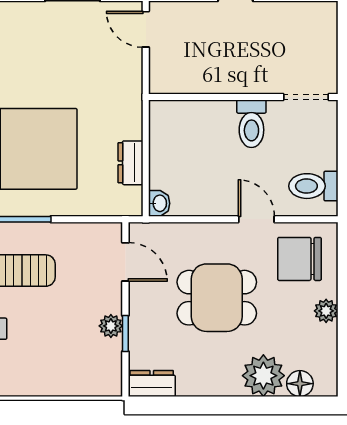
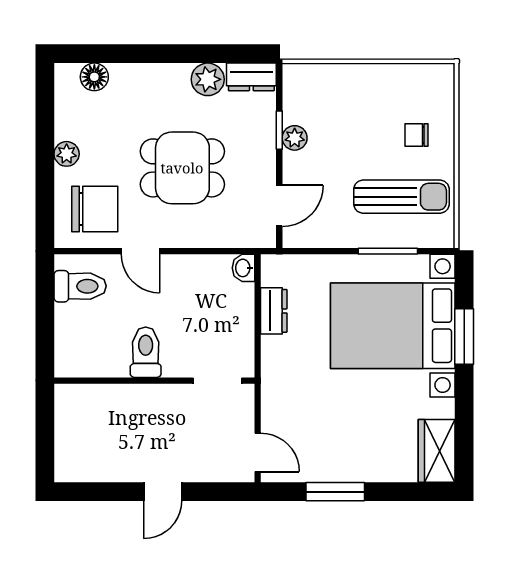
doorway: (306, 97) -> (217, 381), moved
door: (125, 262) -> (279, 206), swing flipped
plant: (263, 376) -> (208, 79), moved, width x0.73, depth x0.73

